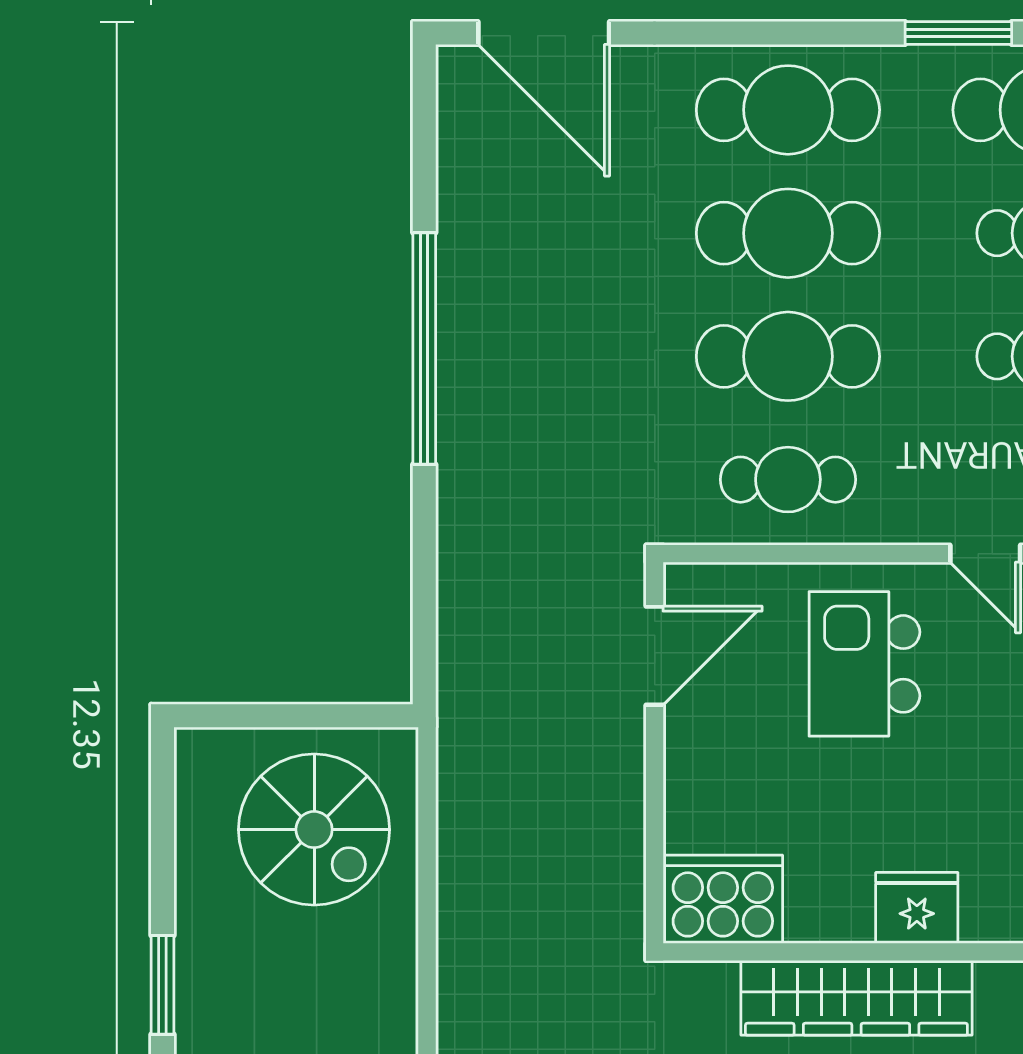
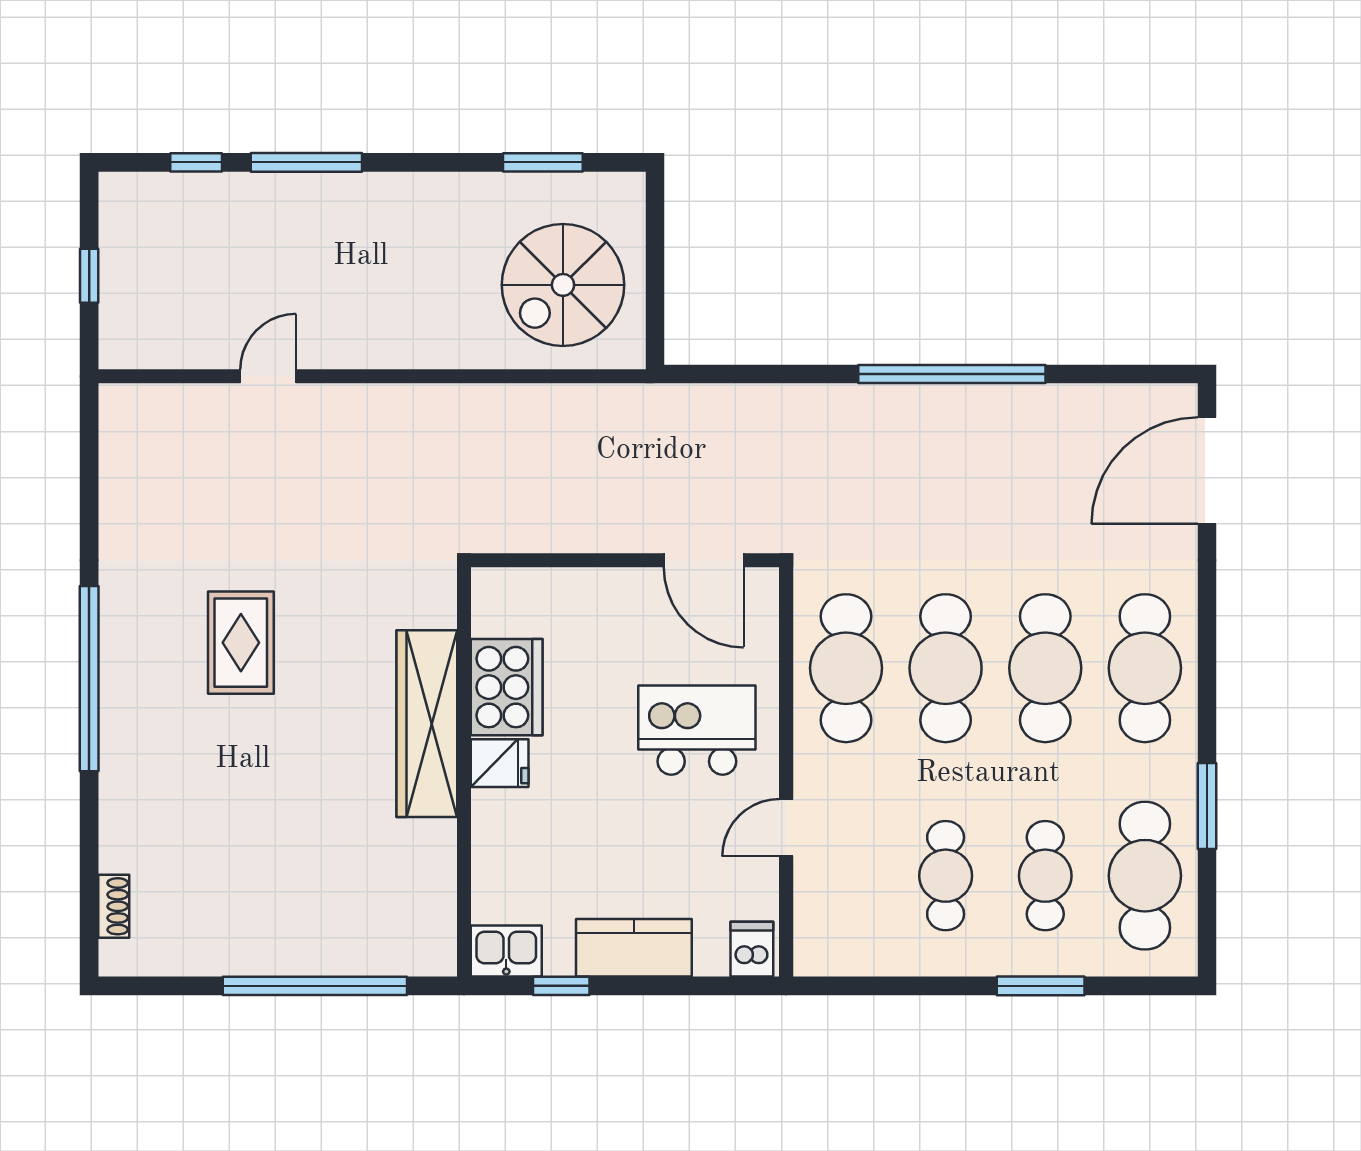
cafe table: (788, 480) -> (846, 668), width x1.37, depth x1.35
cooker: (723, 899) -> (507, 687), moved
fridge: (917, 908) -> (500, 763), width x0.72
window: (162, 985) -> (543, 162), moved

